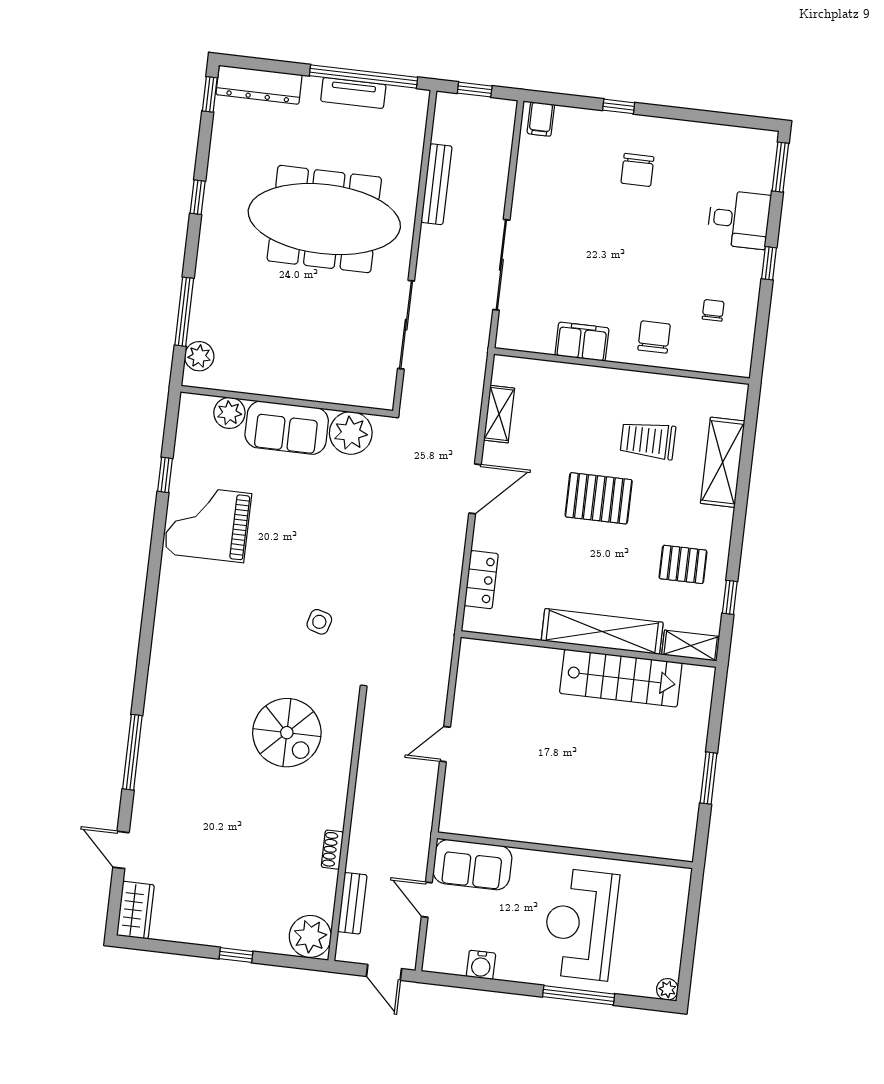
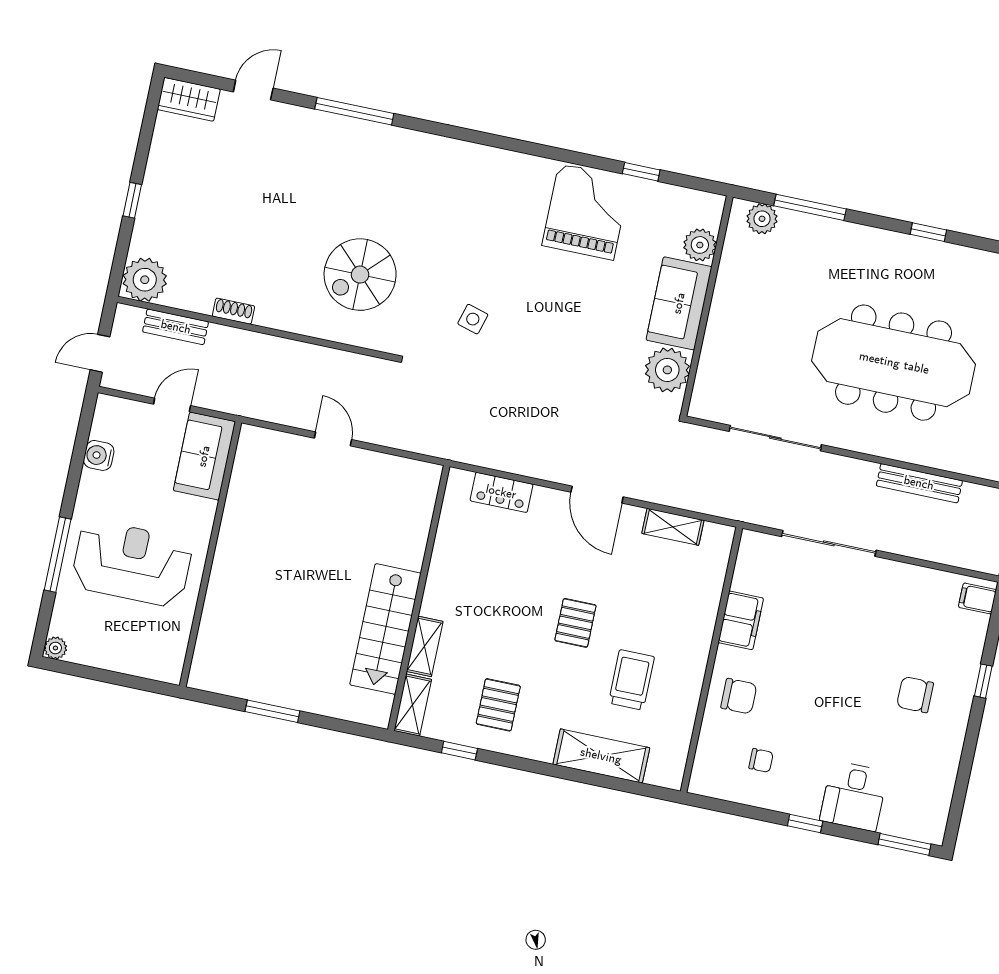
meeting table: (324, 219) -> (894, 363), turned 90
pallet: (599, 498) -> (575, 623), width x0.67, depth x0.71
shelving: (602, 631) -> (425, 646), width x0.45, depth x0.75

